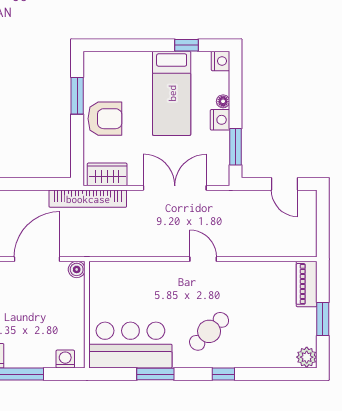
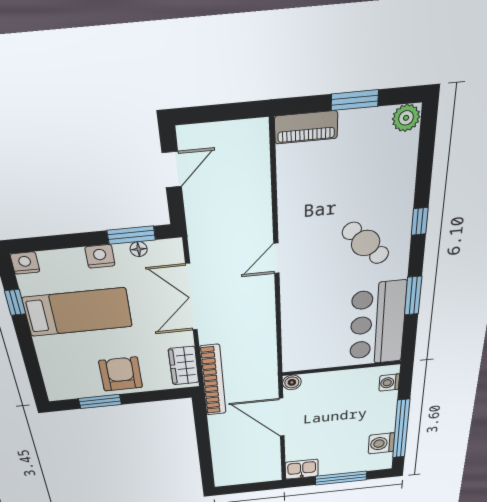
floor lamp: (223, 101) -> (139, 249), moved

